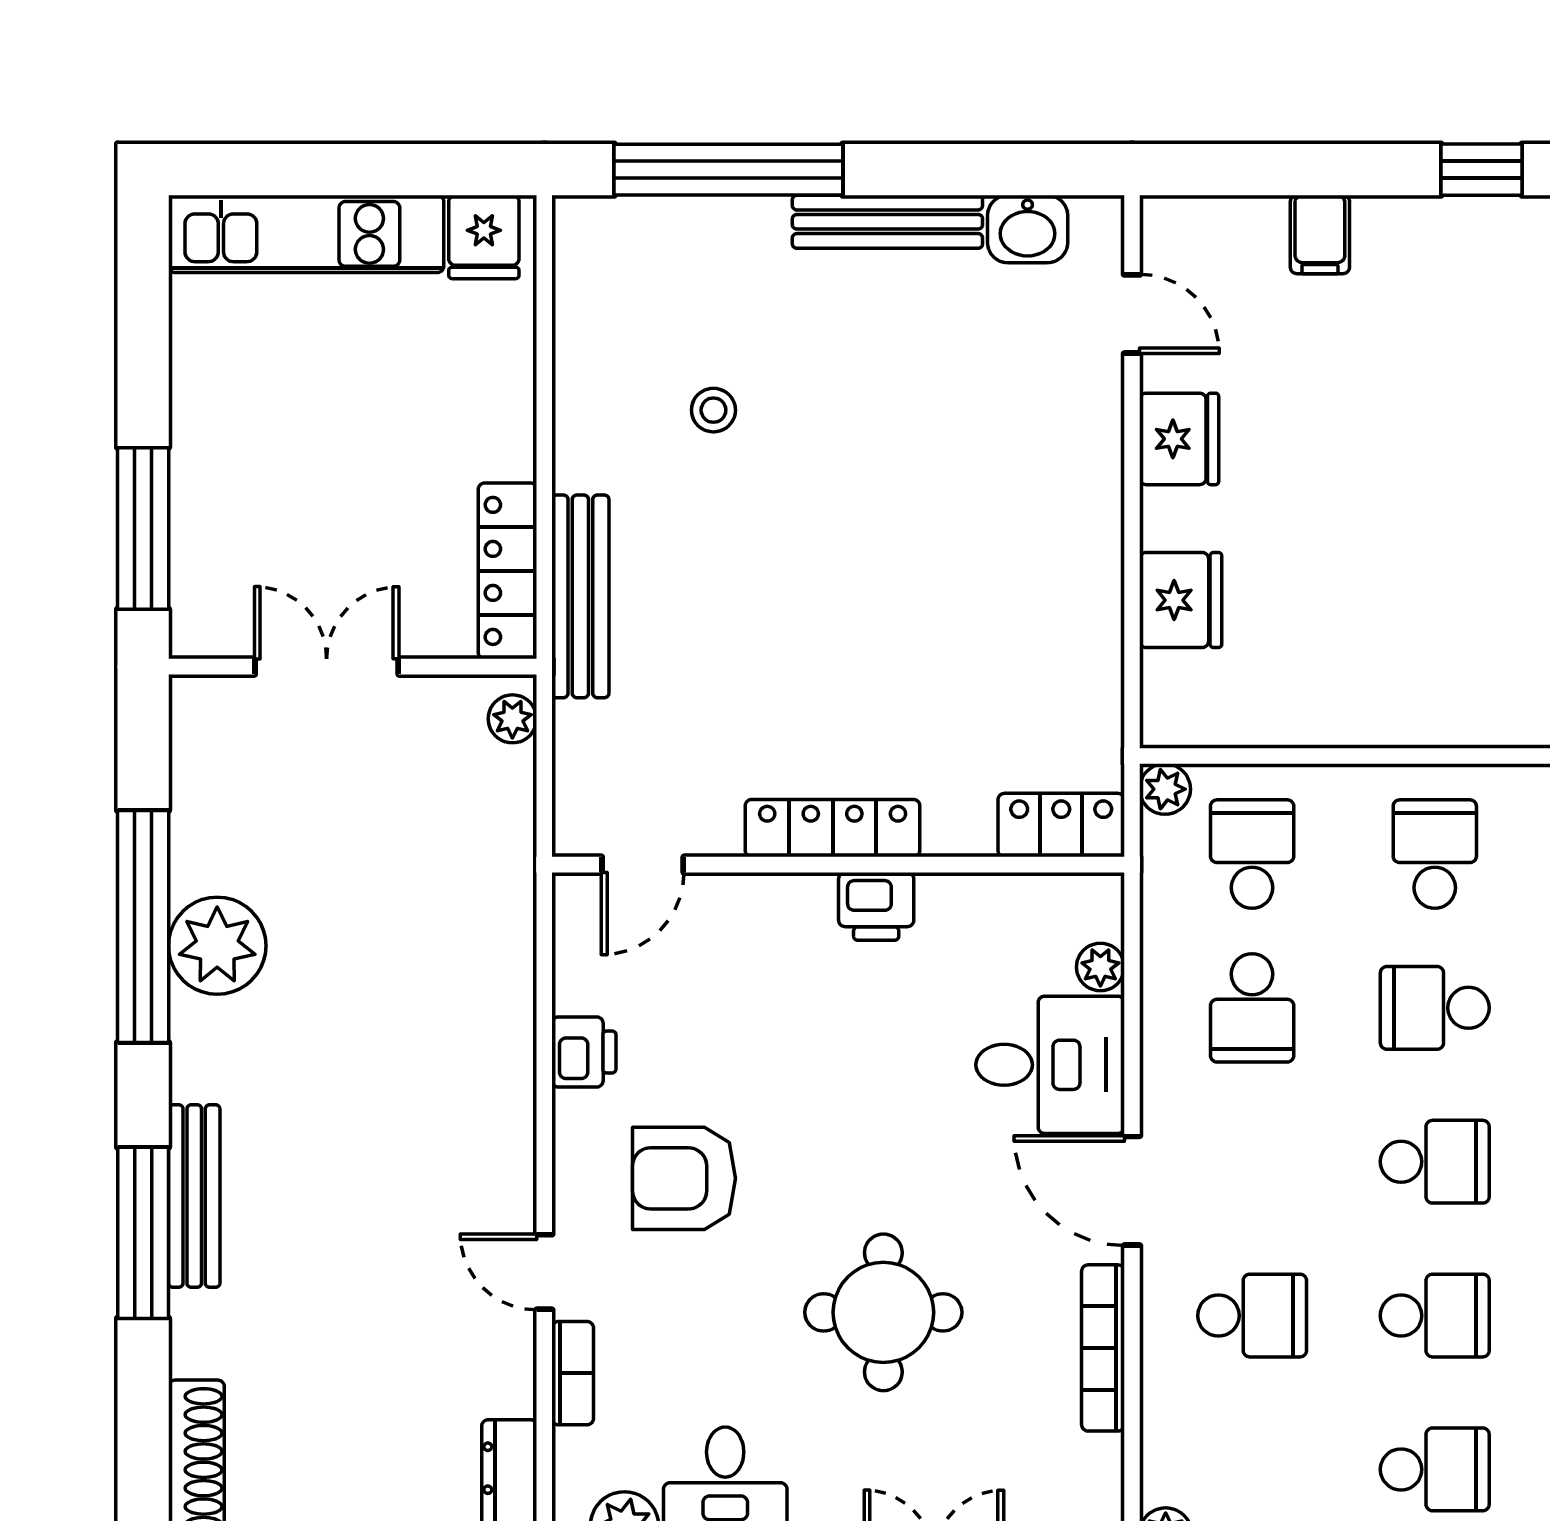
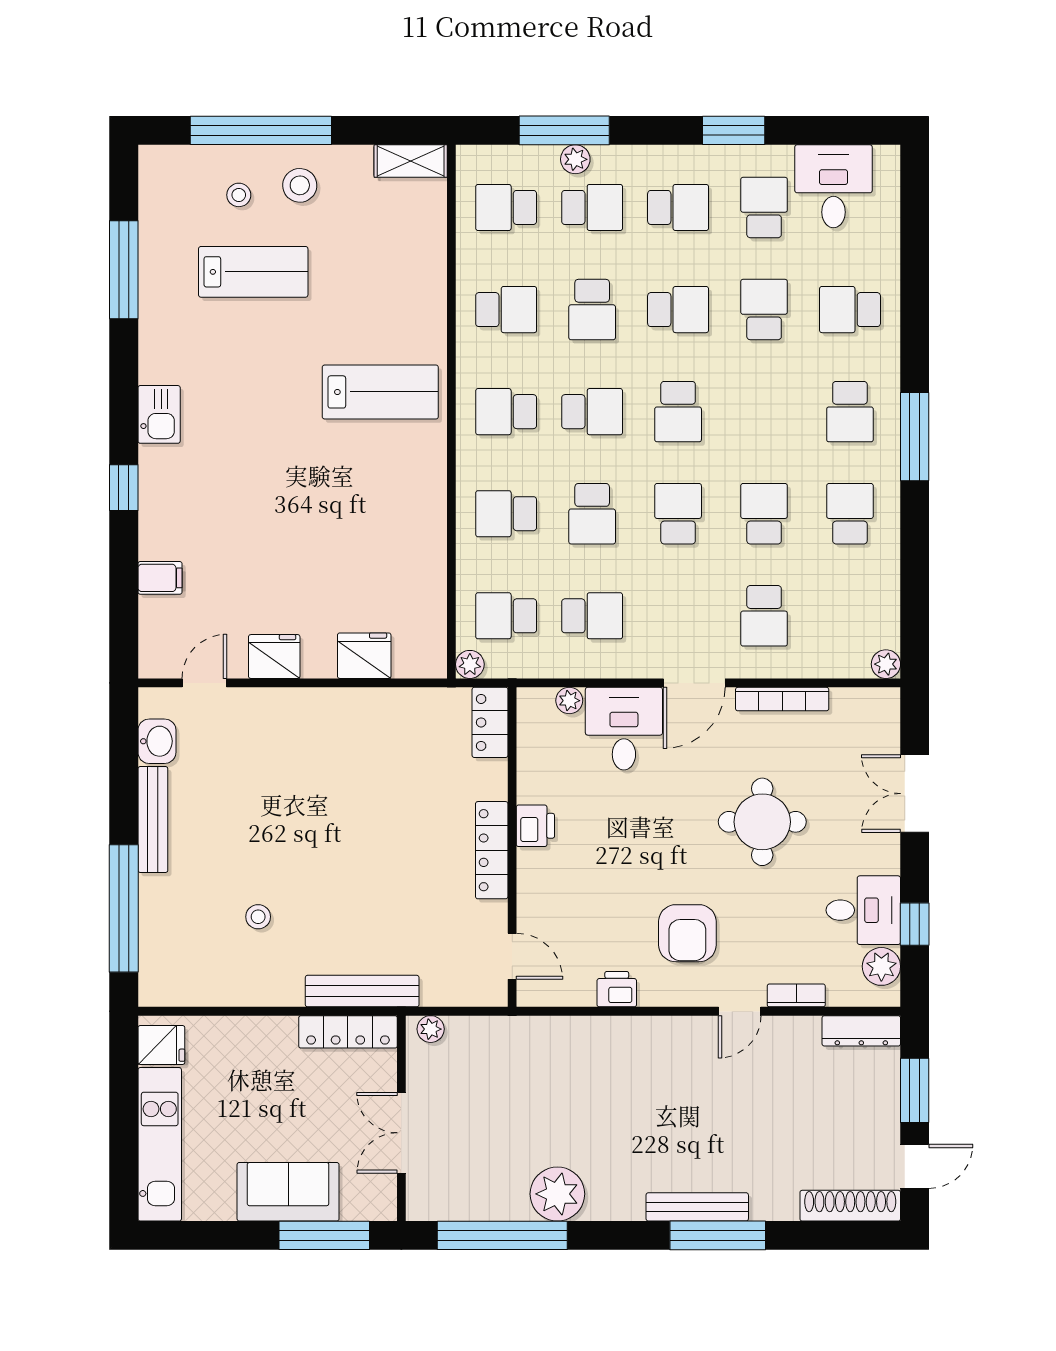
sofa: (221, 464) -> (288, 1192), added
window: (143, 927) -> (502, 1235), moved
school desk: (1252, 1316) -> (764, 616), turned 180

